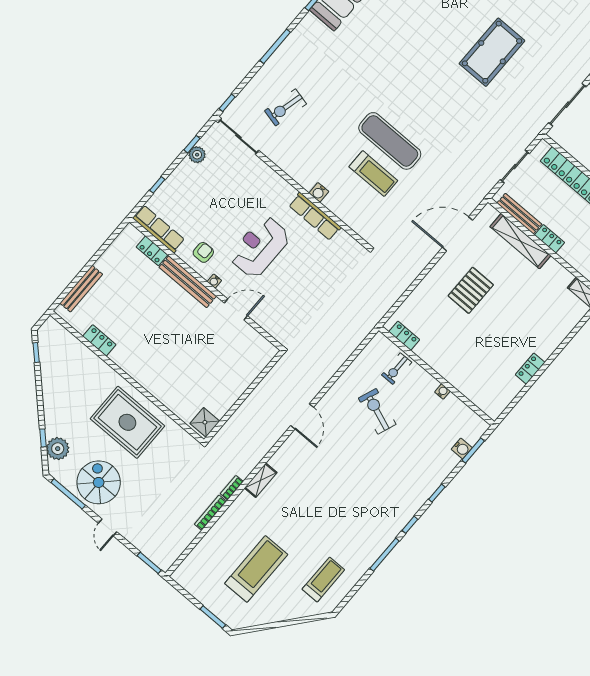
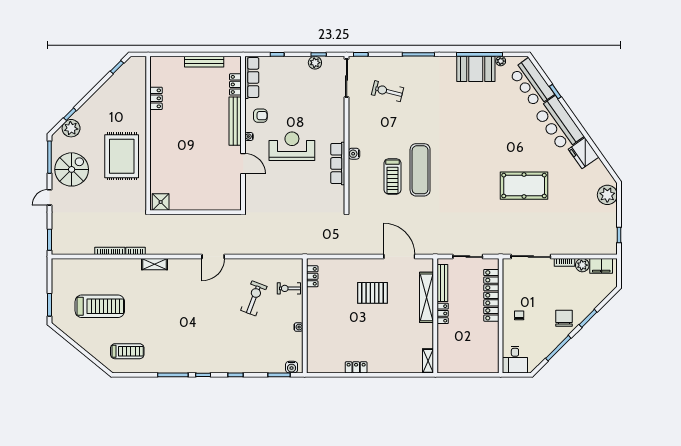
bench: (81, 289) -> (204, 62), moved
water cooler: (462, 449) -> (292, 367), moved

